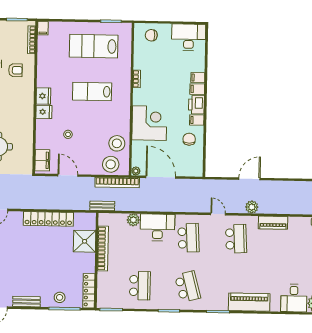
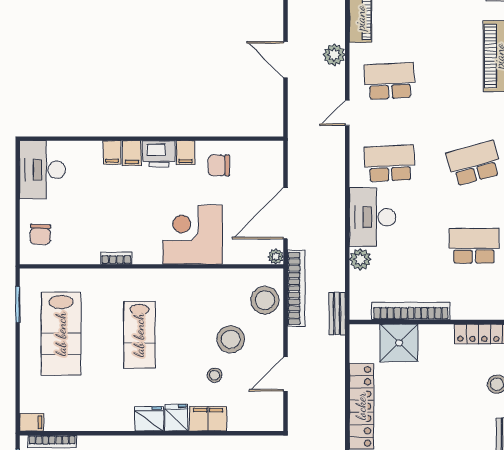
stool: (117, 143) -> (231, 339), moved
filing cabinet: (42, 160) -> (208, 419), moved

